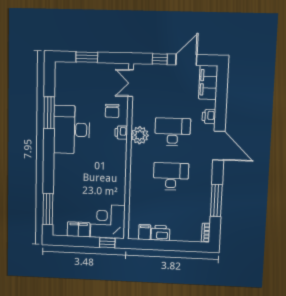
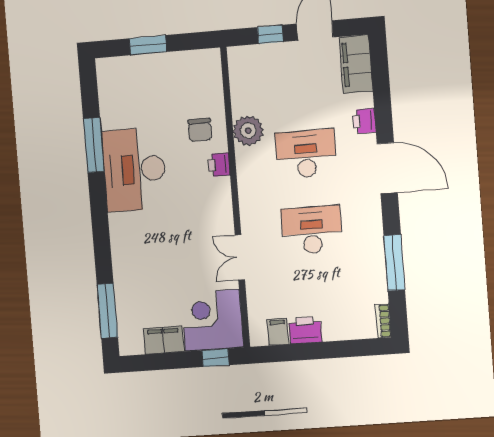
double door: (131, 83) -> (240, 257), moved
plant: (140, 135) -> (248, 131), moved

